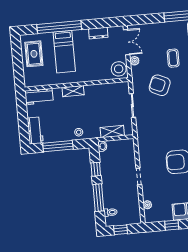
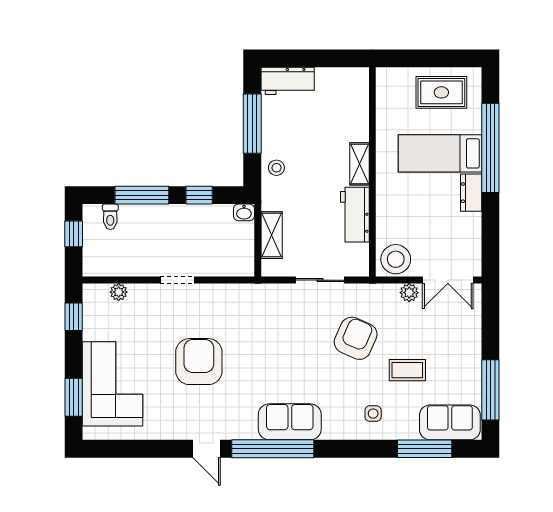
dresser: (98, 33) -> (471, 193), moved
workbench: (39, 97) -> (355, 215), moved
window: (172, 225) -> (74, 317), moved

